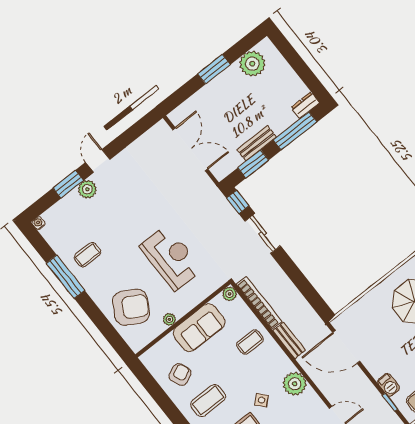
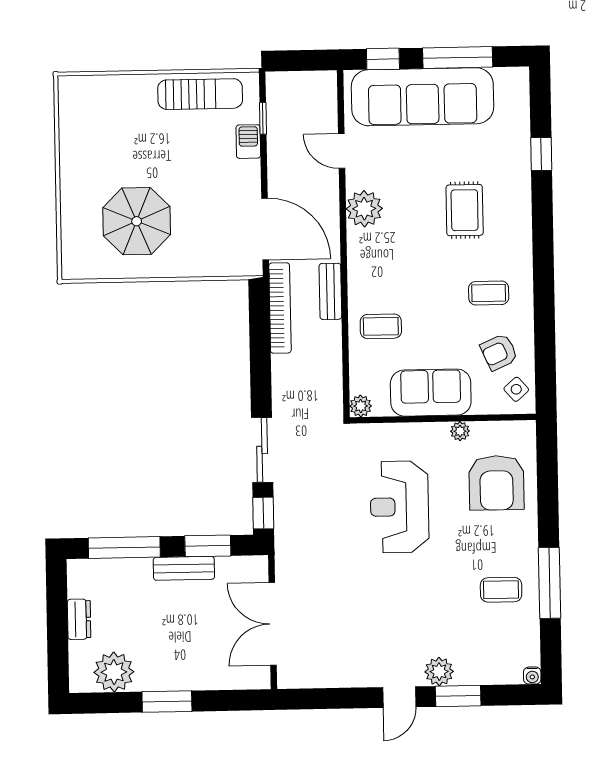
dresser: (305, 105) -> (79, 619), moved, turned -90
bookcase: (259, 303) -> (280, 308), moved, turned 180
armchair: (131, 307) -> (496, 483), turned -119
plant: (295, 384) -> (364, 209), moved
side table: (262, 400) -> (516, 389), moved
coffee table: (208, 401) -> (489, 293), width x0.73, depth x0.77

